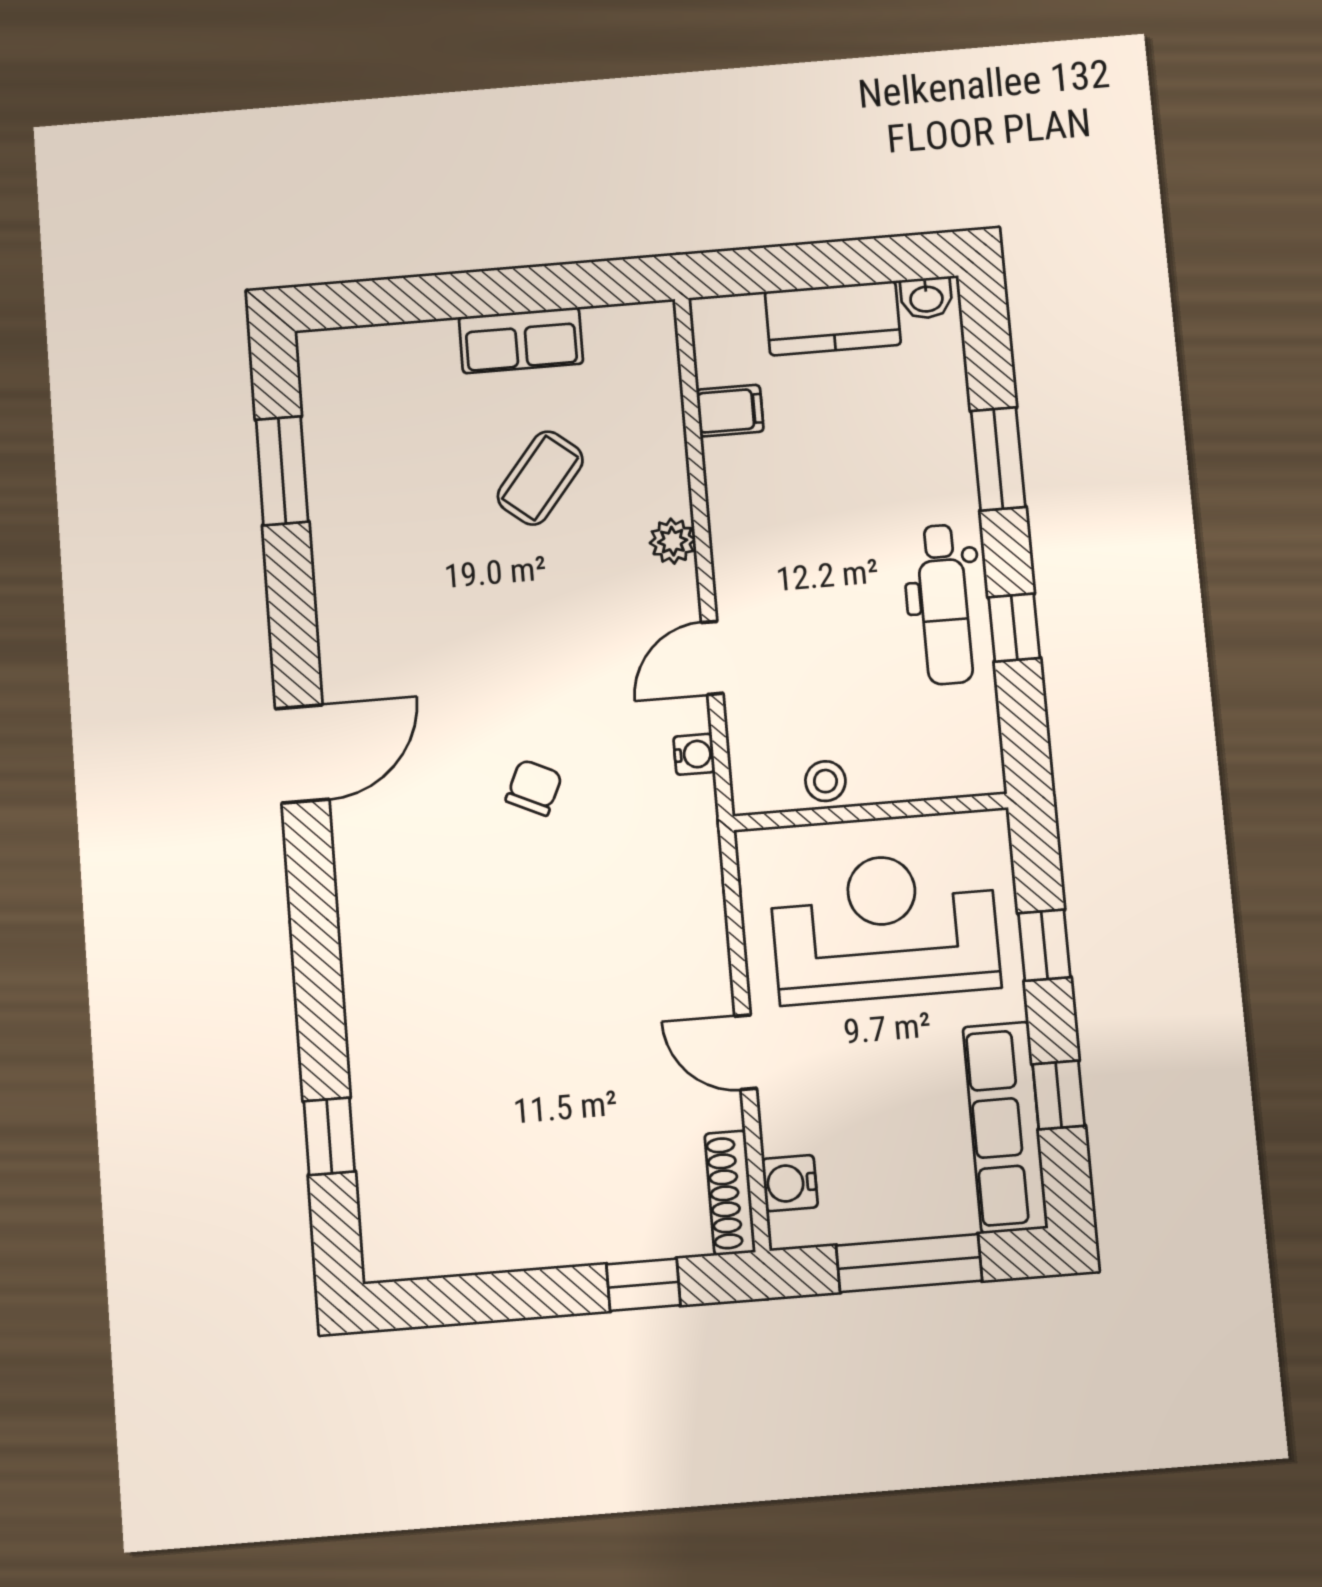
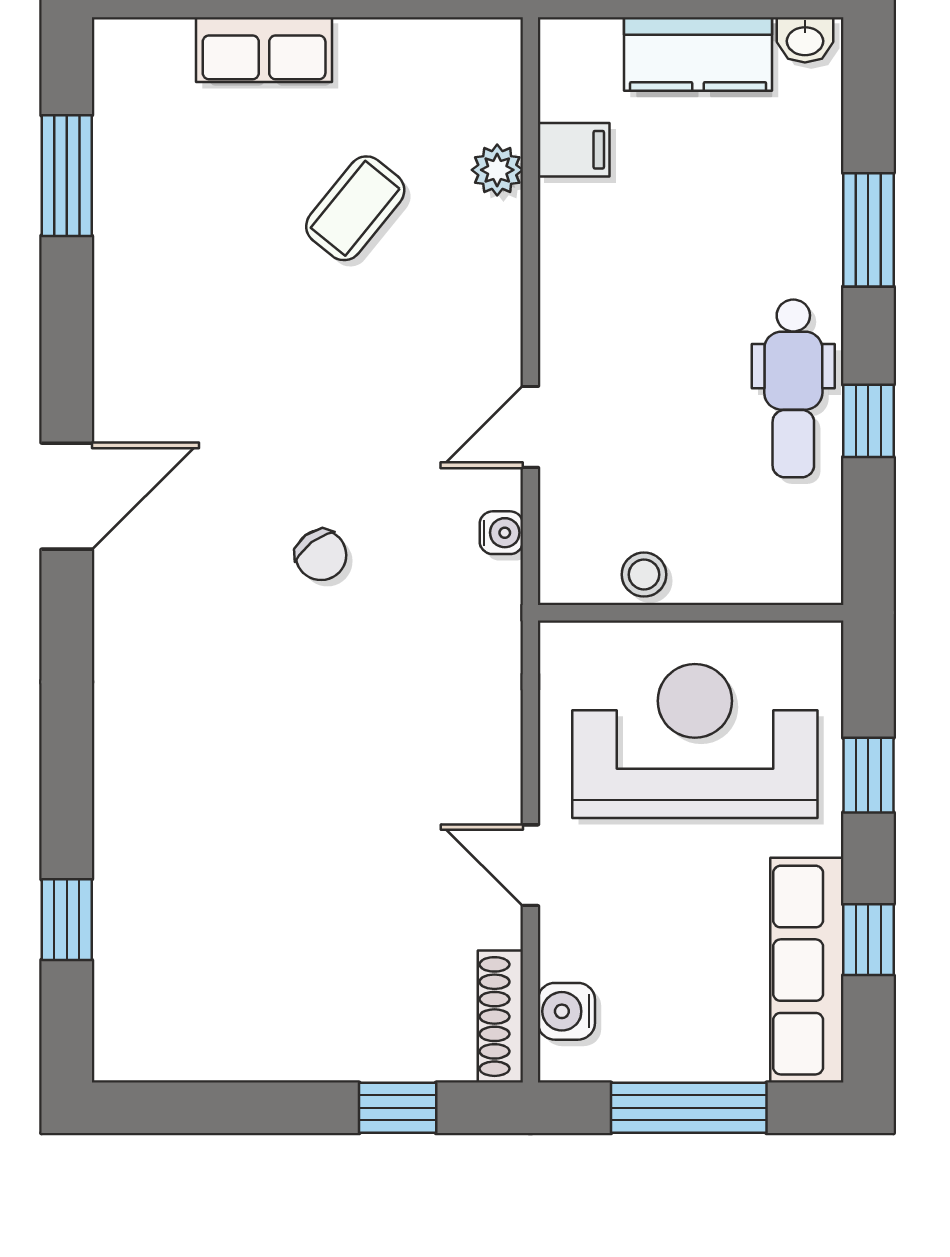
row of seats: (521, 340) -> (264, 50), moved
plant: (673, 541) -> (497, 170), moved
chair: (534, 788) -> (321, 555), turned 118

